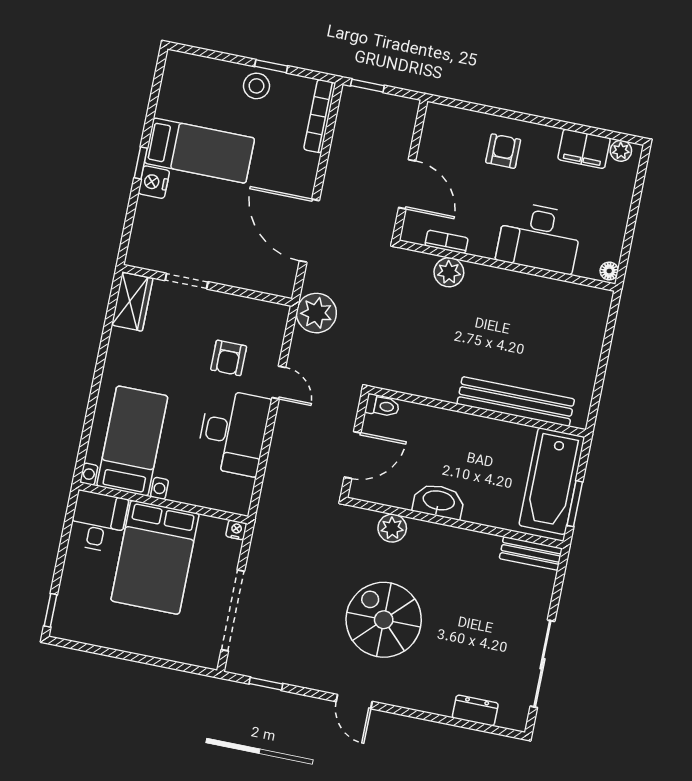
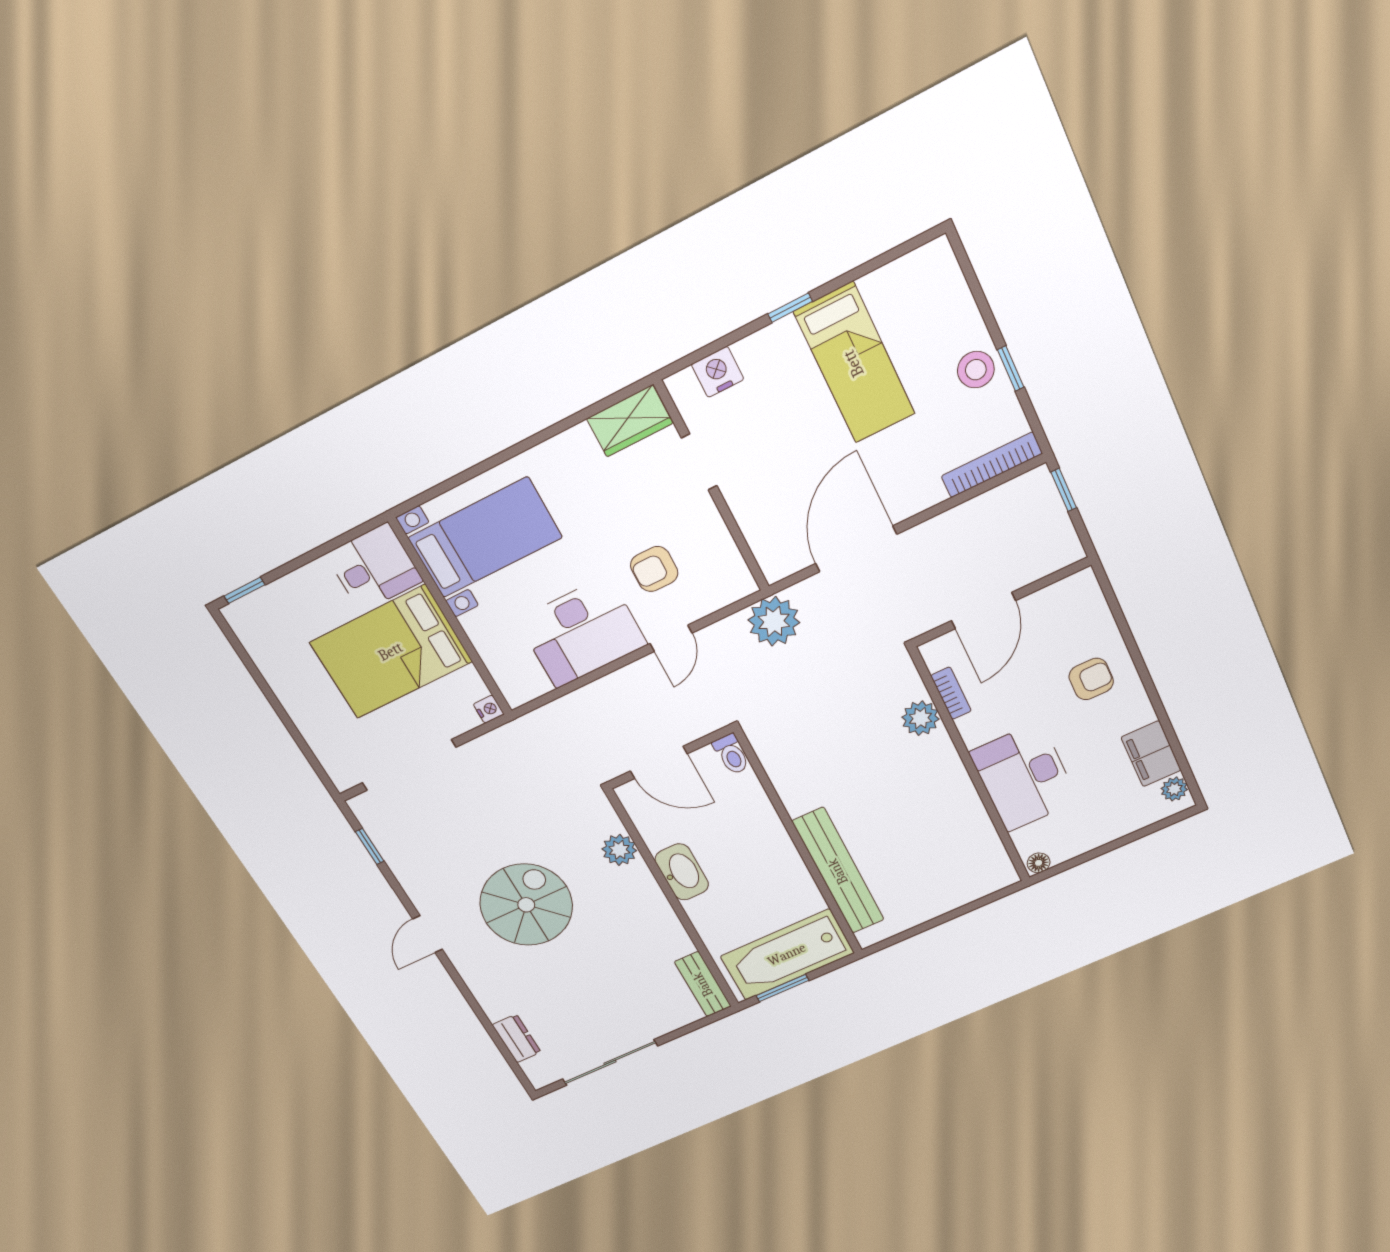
nightstand: (154, 182) -> (718, 372), moved

